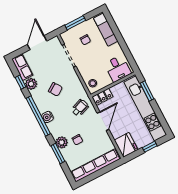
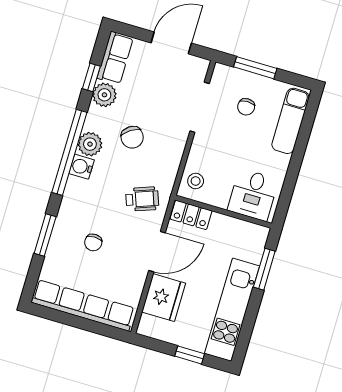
kitchen unit: (145, 108) -> (232, 310), width x0.73
plant: (62, 142) -> (90, 144), moved
fridge: (126, 145) -> (164, 298), moved

